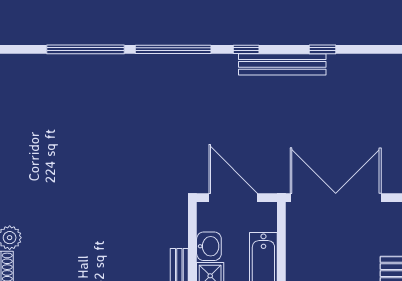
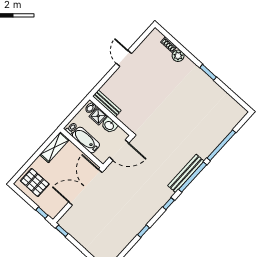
bench: (282, 64) -> (186, 173), moved
double door: (336, 198) -> (85, 187), swing flipped

